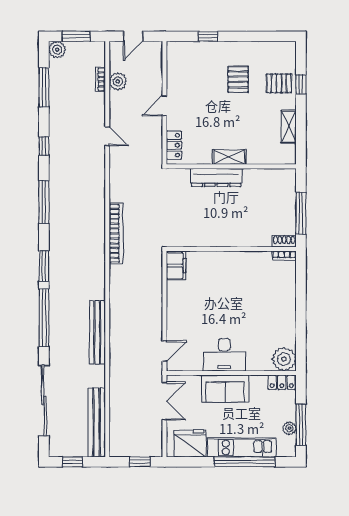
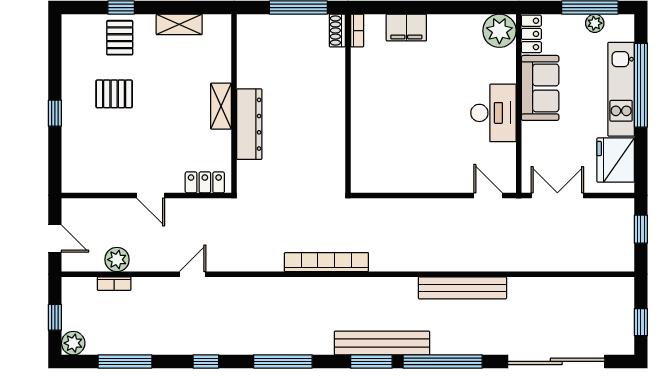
window: (76, 36) -> (55, 317), width x0.67
window: (208, 36) -> (55, 113), moved
filing cabinet: (176, 266) -> (406, 28), moved, turned 180
sofa: (225, 389) -> (540, 88), moved
bench: (97, 422) -> (382, 343), moved

